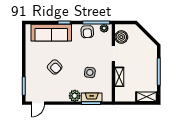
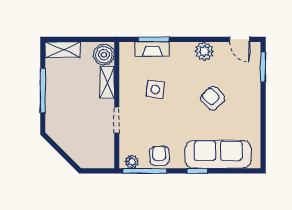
boiler: (121, 37) -> (104, 55), moved
plant: (75, 96) -> (204, 51), moved
door: (38, 103) -> (240, 39), swing flipped

